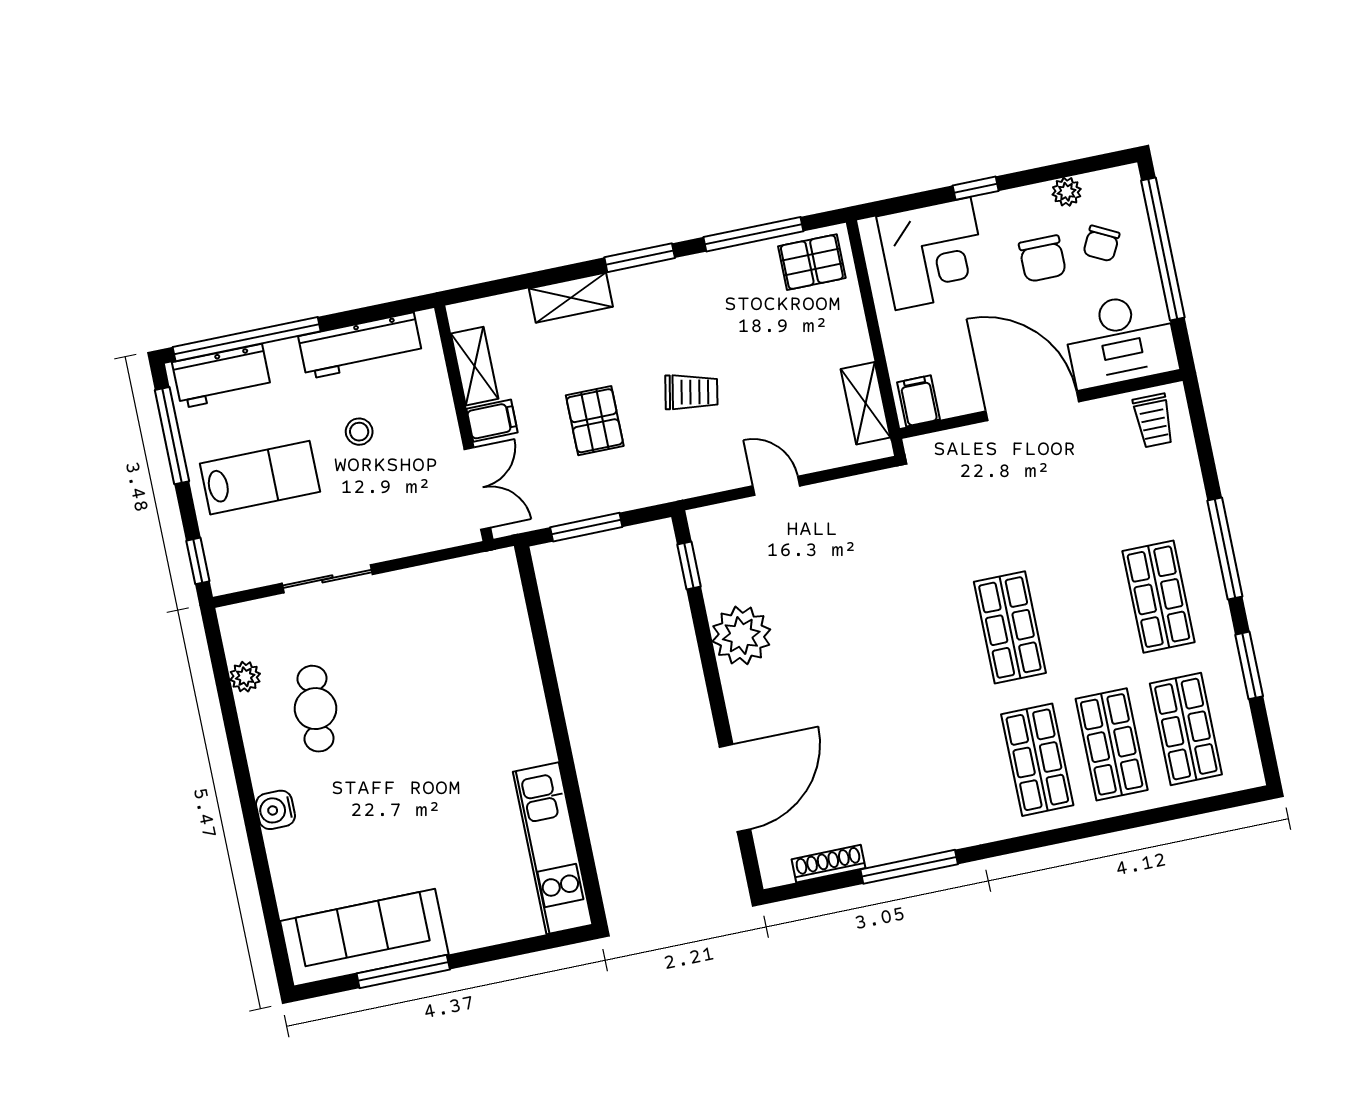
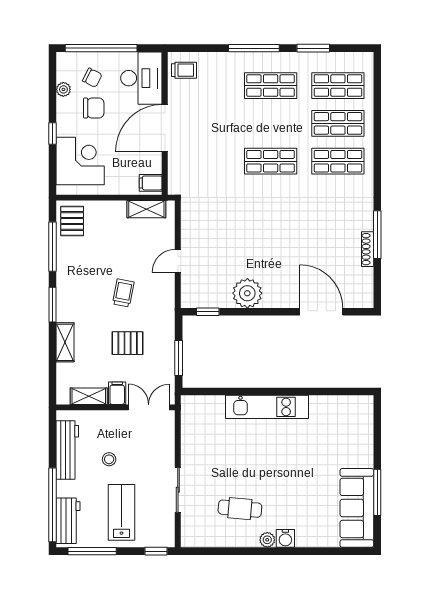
plant: (245, 677) -> (267, 540), moved
kitchen unit: (553, 848) -> (267, 407), moved
shoe rack: (829, 864) -> (368, 249), moved

